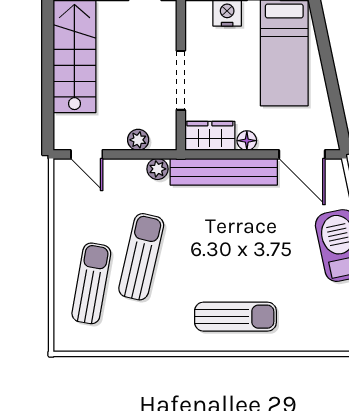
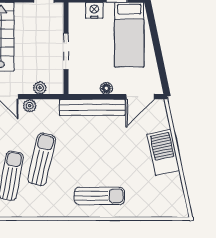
wardrobe: (210, 136) -> (84, 85), removed
door: (302, 154) -> (140, 97), hinge flipped
plant: (158, 169) -> (30, 106), moved

